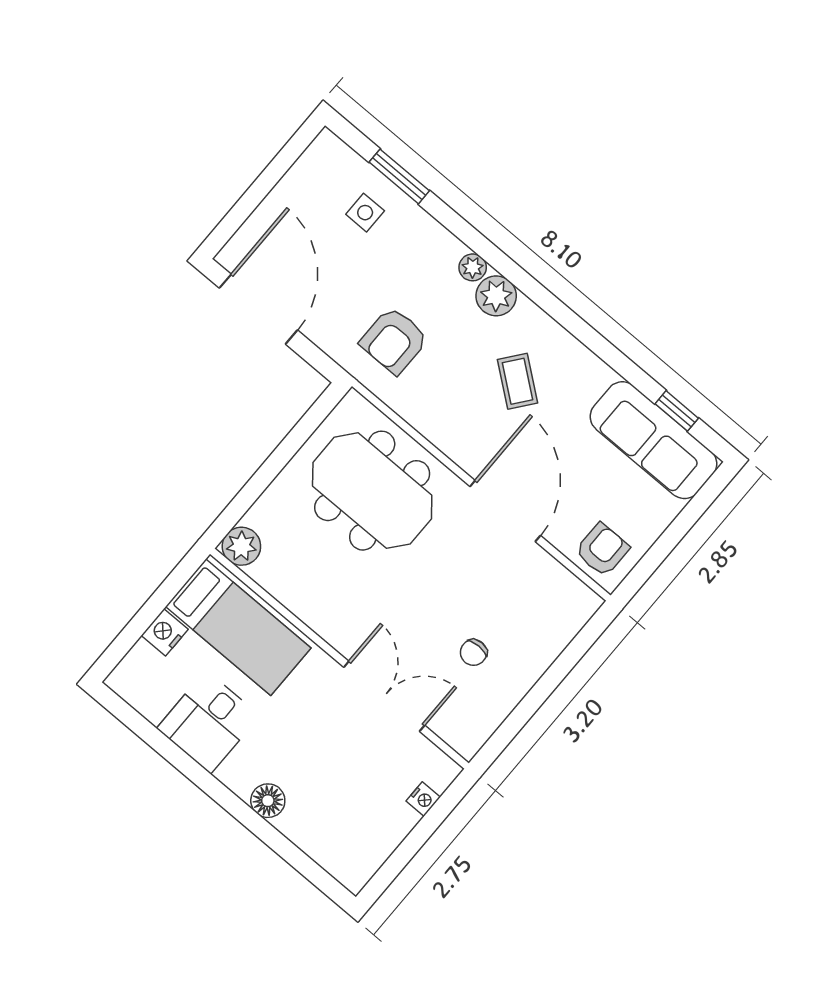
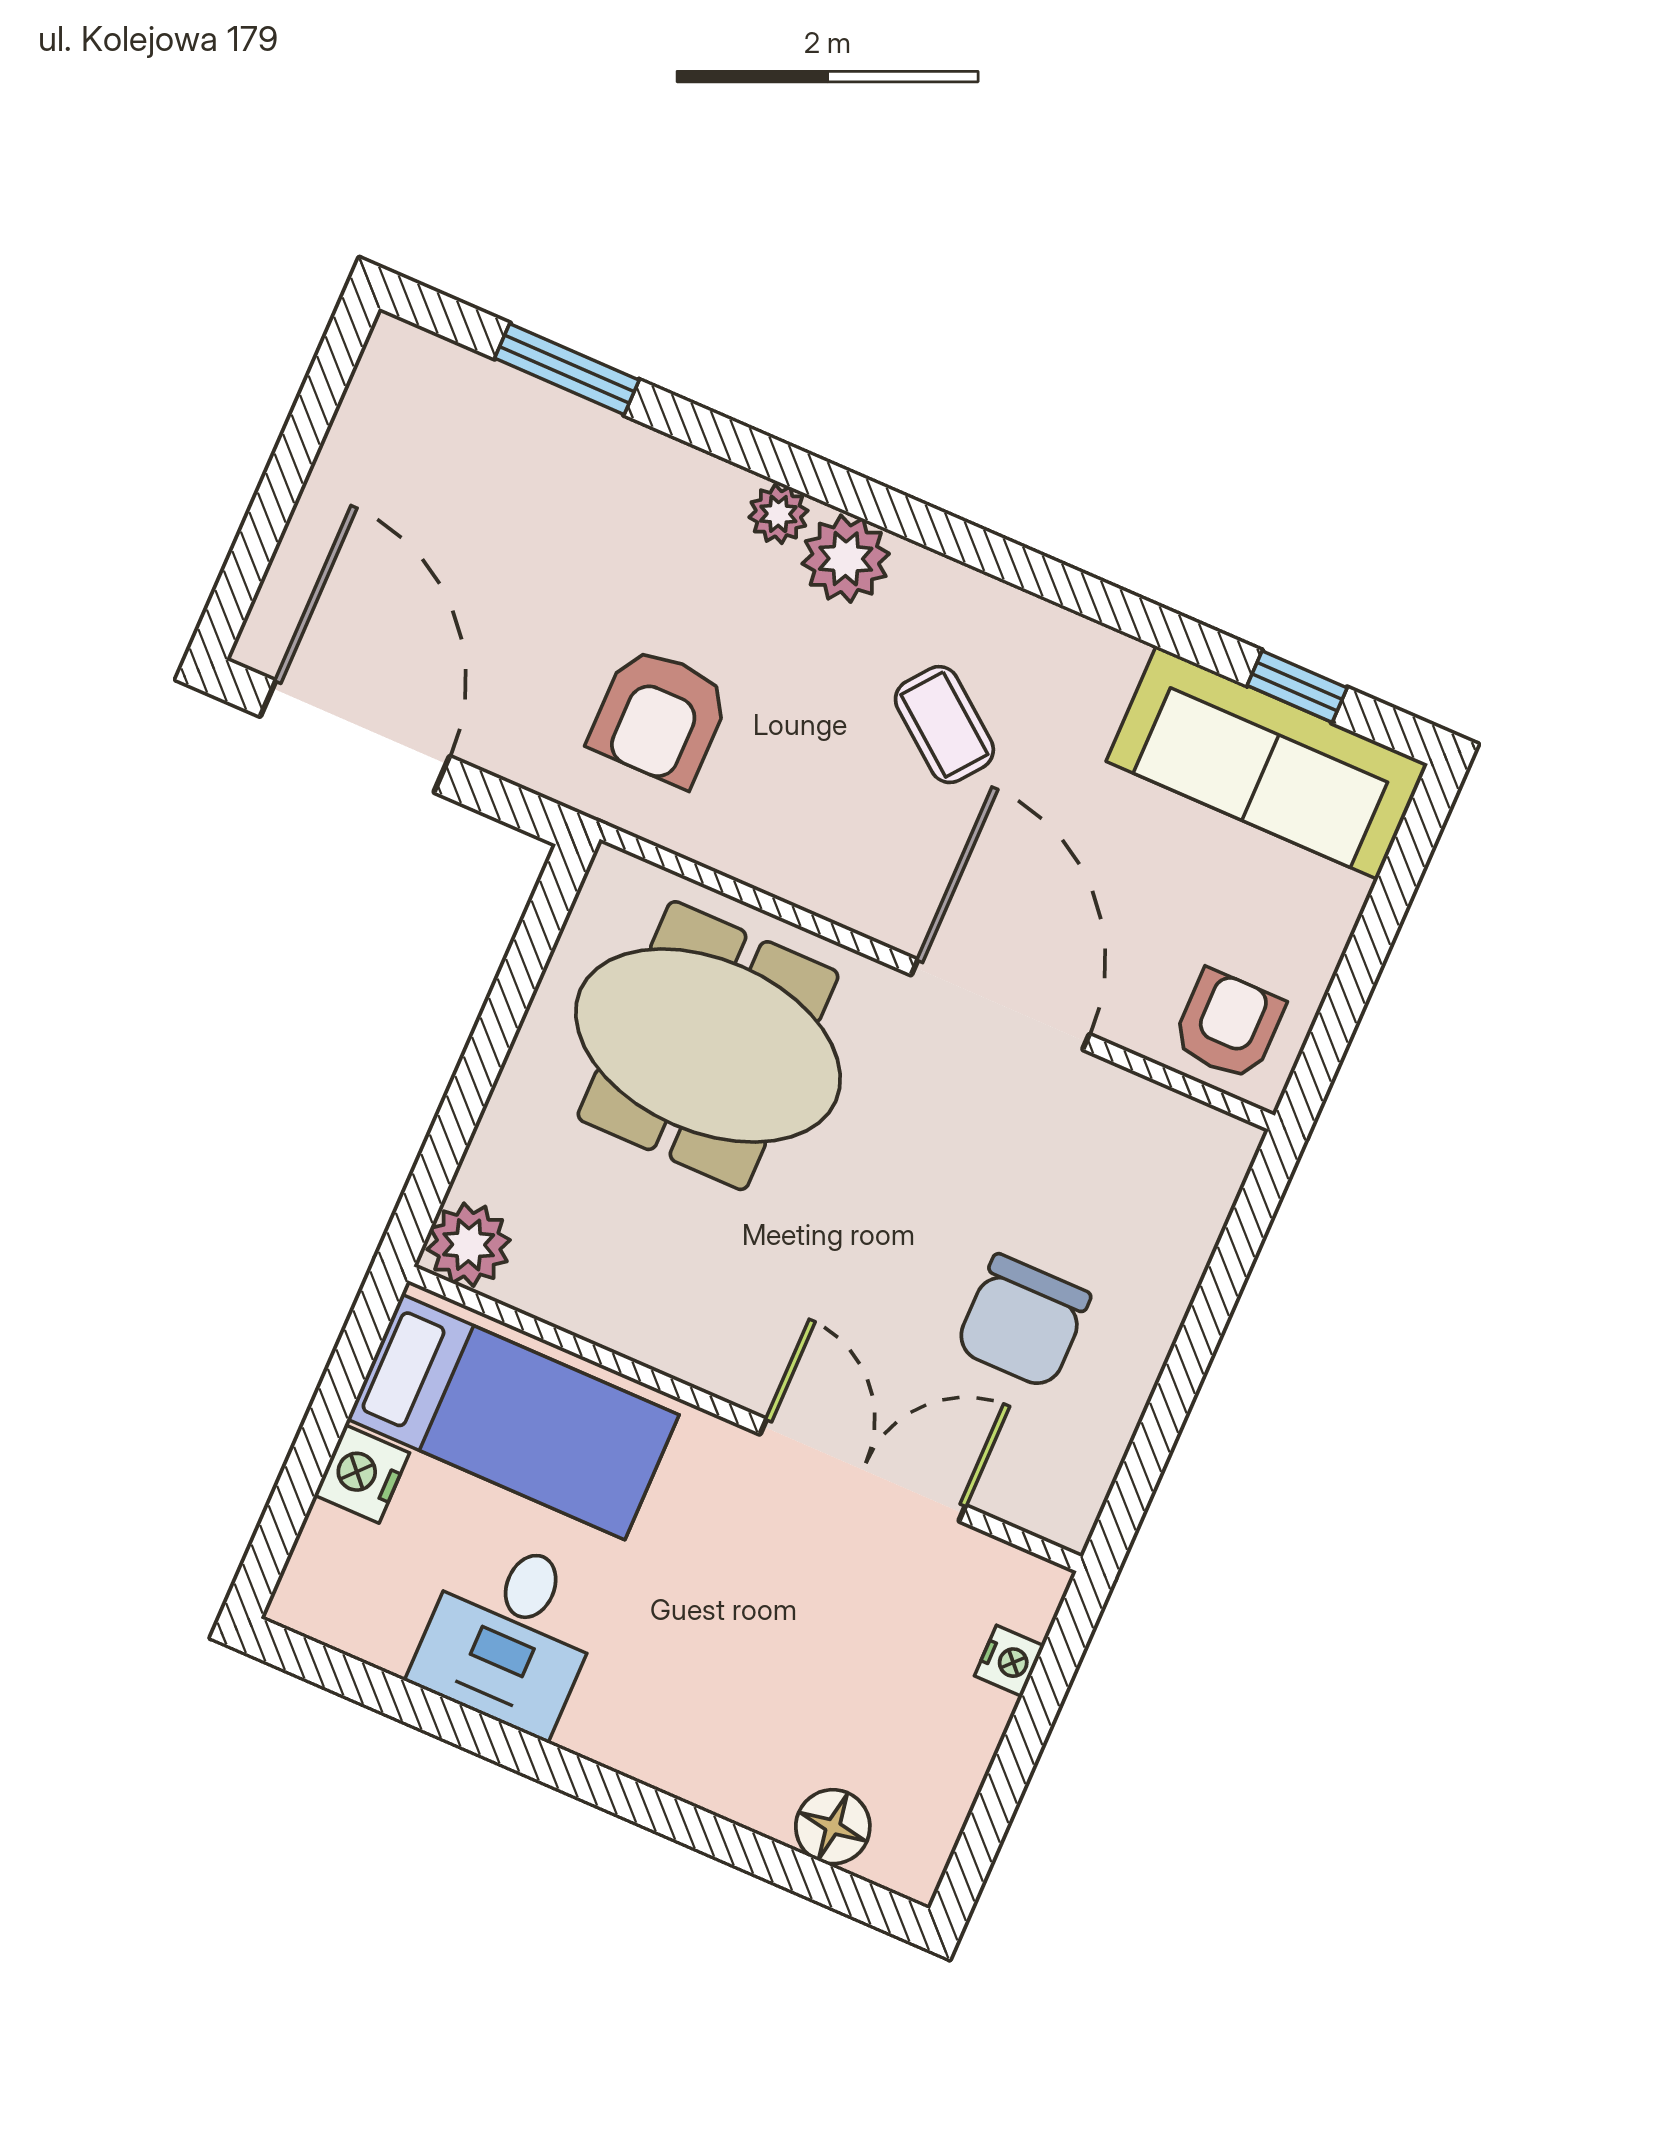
side table: (365, 213) -> (518, 467), removed
chair: (474, 652) -> (1023, 1322), width x1.87, depth x1.87
floor lamp: (268, 801) -> (833, 1827), moved

